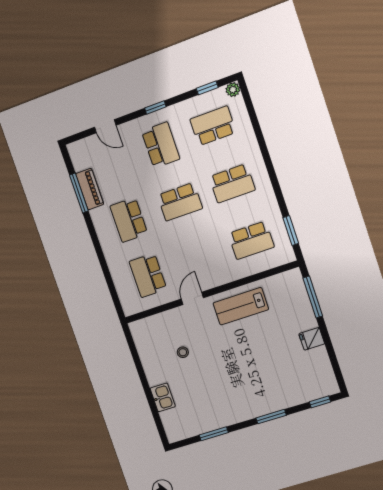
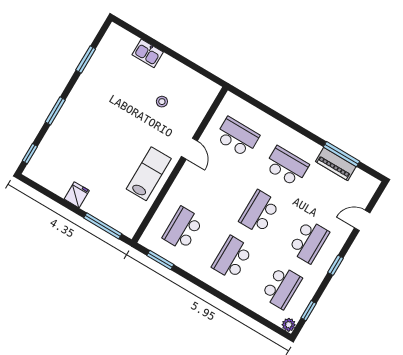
school desk: (161, 145) -> (309, 241), turned -90

